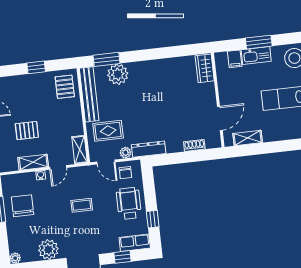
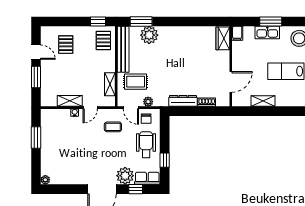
filing cabinet: (235, 59) -> (237, 33), moved
window: (36, 67) -> (98, 21), moved
pallet: (27, 131) -> (66, 45), moved, turned 90
shelving: (248, 138) -> (263, 101), moved
dresser: (149, 149) -> (183, 101), moved
shelving: (80, 150) -> (110, 84), moved
coffee table: (82, 205) -> (113, 127), moved
chair: (23, 206) -> (57, 136), removed
plant: (48, 250) -> (125, 176), moved

